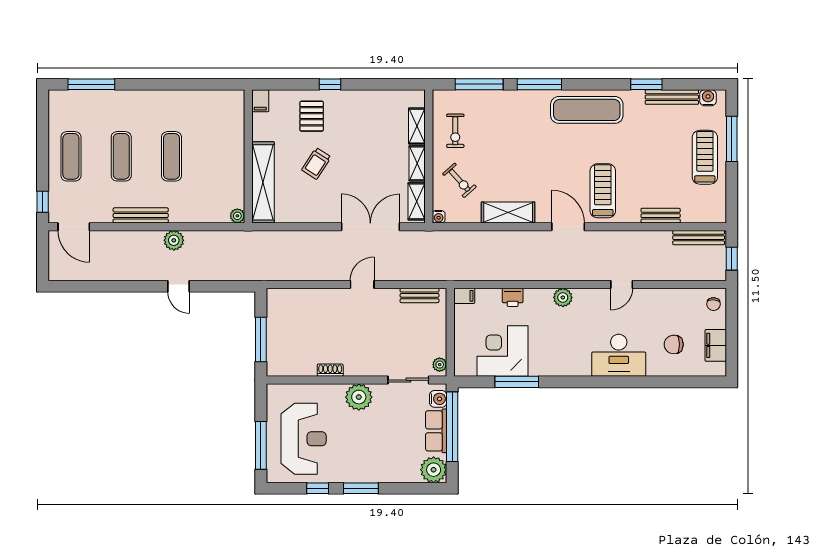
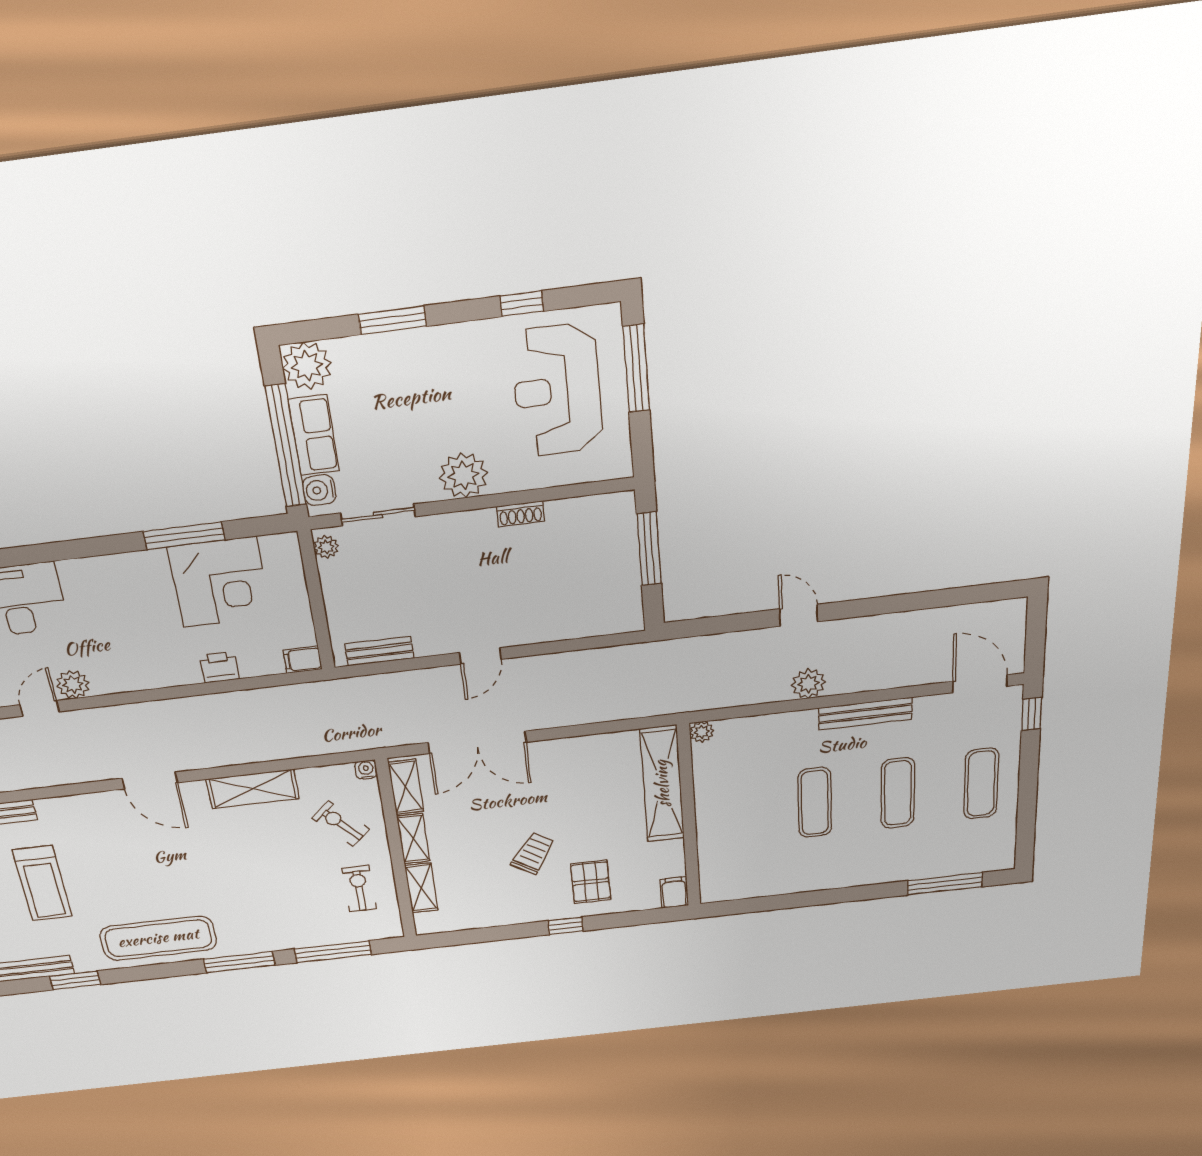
trolley: (316, 163) -> (533, 853), moved
treadmill: (603, 191) -> (42, 883), moved
plant: (563, 297) -> (73, 684), moved
window: (361, 488) -> (392, 320), moved

